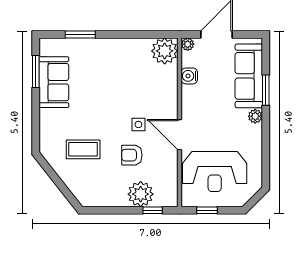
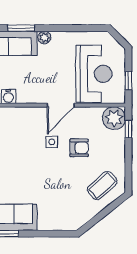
coffee table: (83, 149) -> (102, 186), moved, turned 48
armchair: (132, 155) -> (79, 148), turned -90
plant: (141, 194) -> (114, 118), moved

